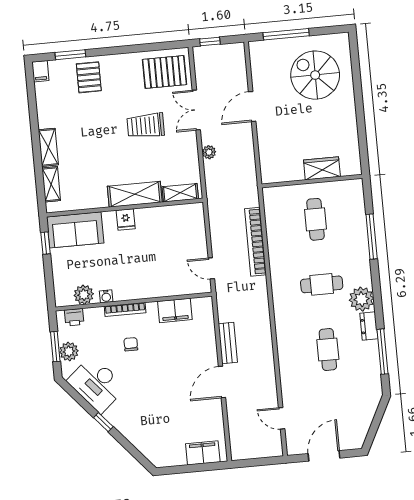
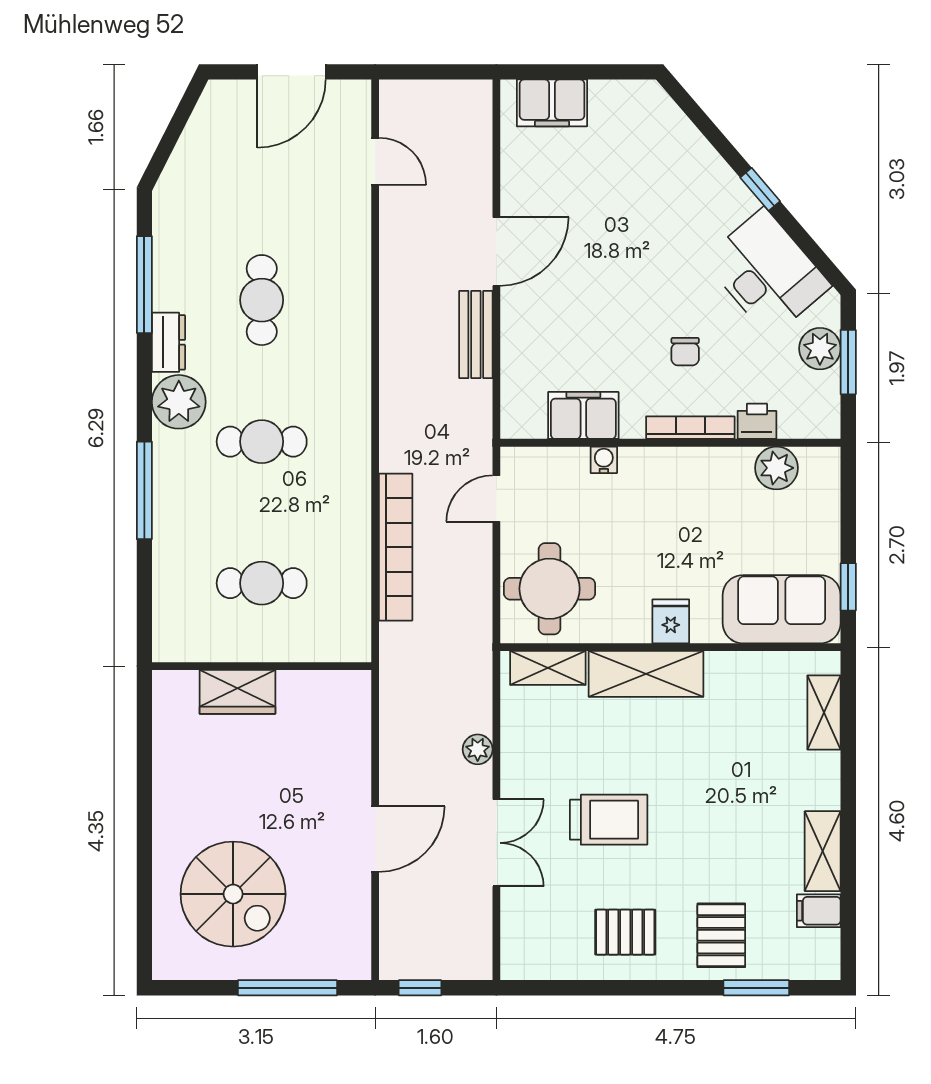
window: (210, 41) -> (420, 988), moved
filing cabinet: (40, 71) -> (819, 911), moved, turned -90
pallet: (165, 72) -> (625, 932), moved, width x0.67, depth x0.71
shelving: (48, 147) -> (823, 851), moved
cafe table: (316, 219) -> (262, 583), turned 90
round table: (183, 229) -> (550, 589), added
window: (372, 237) -> (144, 490), moved
door: (211, 268) -> (496, 499), swing flipped
water cooler: (106, 296) -> (604, 460), moved
printer: (74, 317) -> (757, 421), moved

